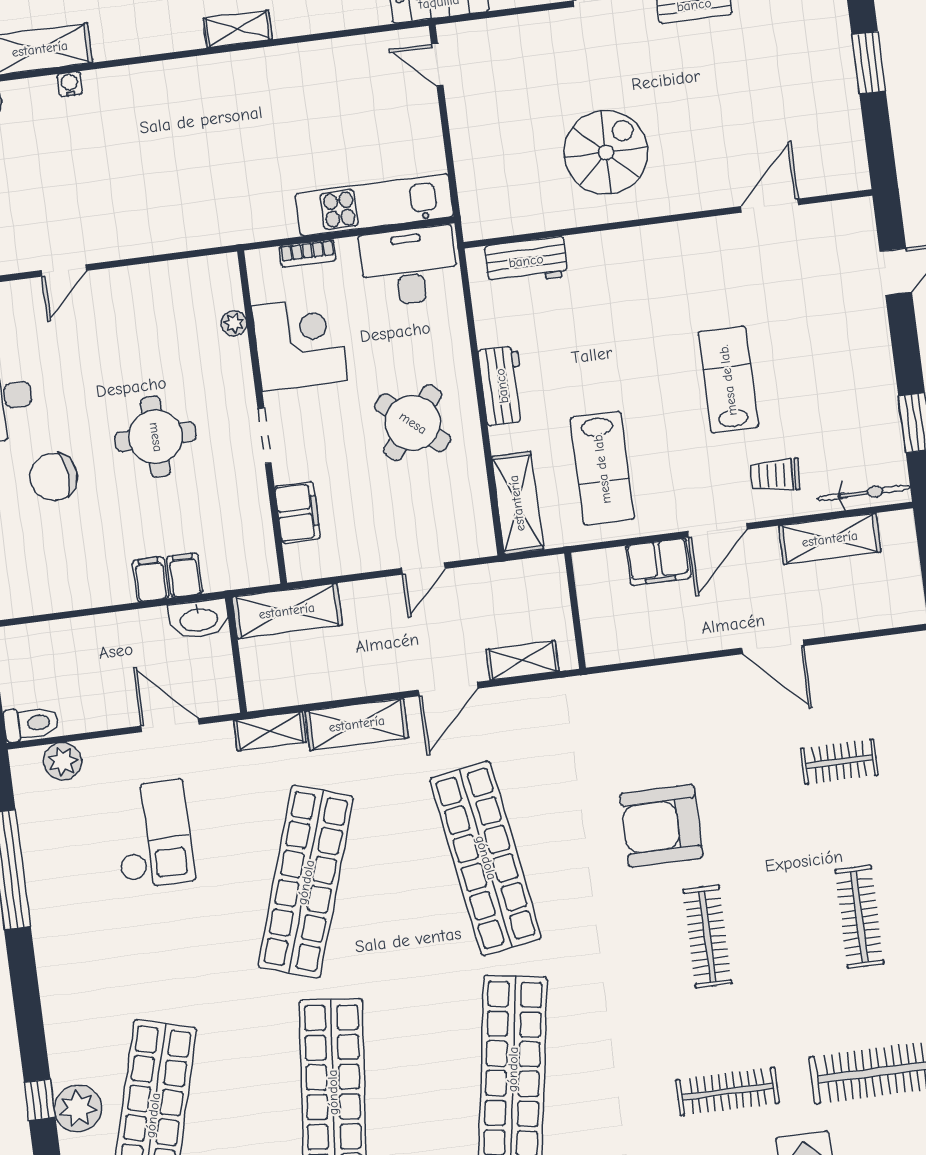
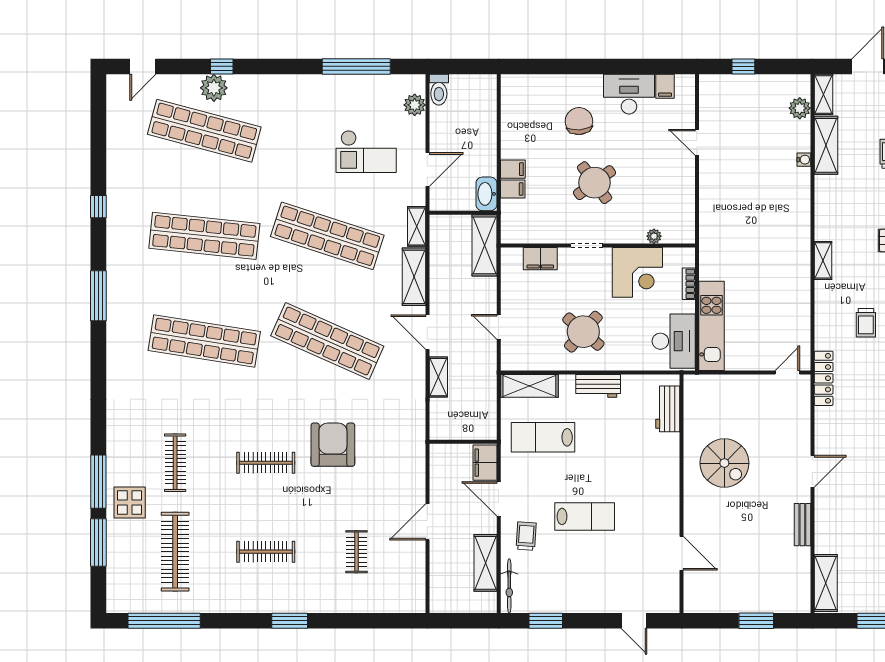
round table: (156, 437) -> (595, 183), turned -35
wall: (575, 611) -> (463, 442), moved
shop shelf: (486, 858) -> (327, 341), turned 33

